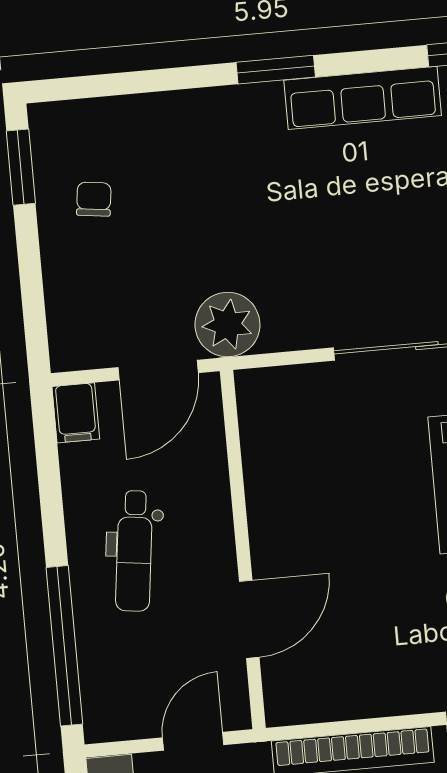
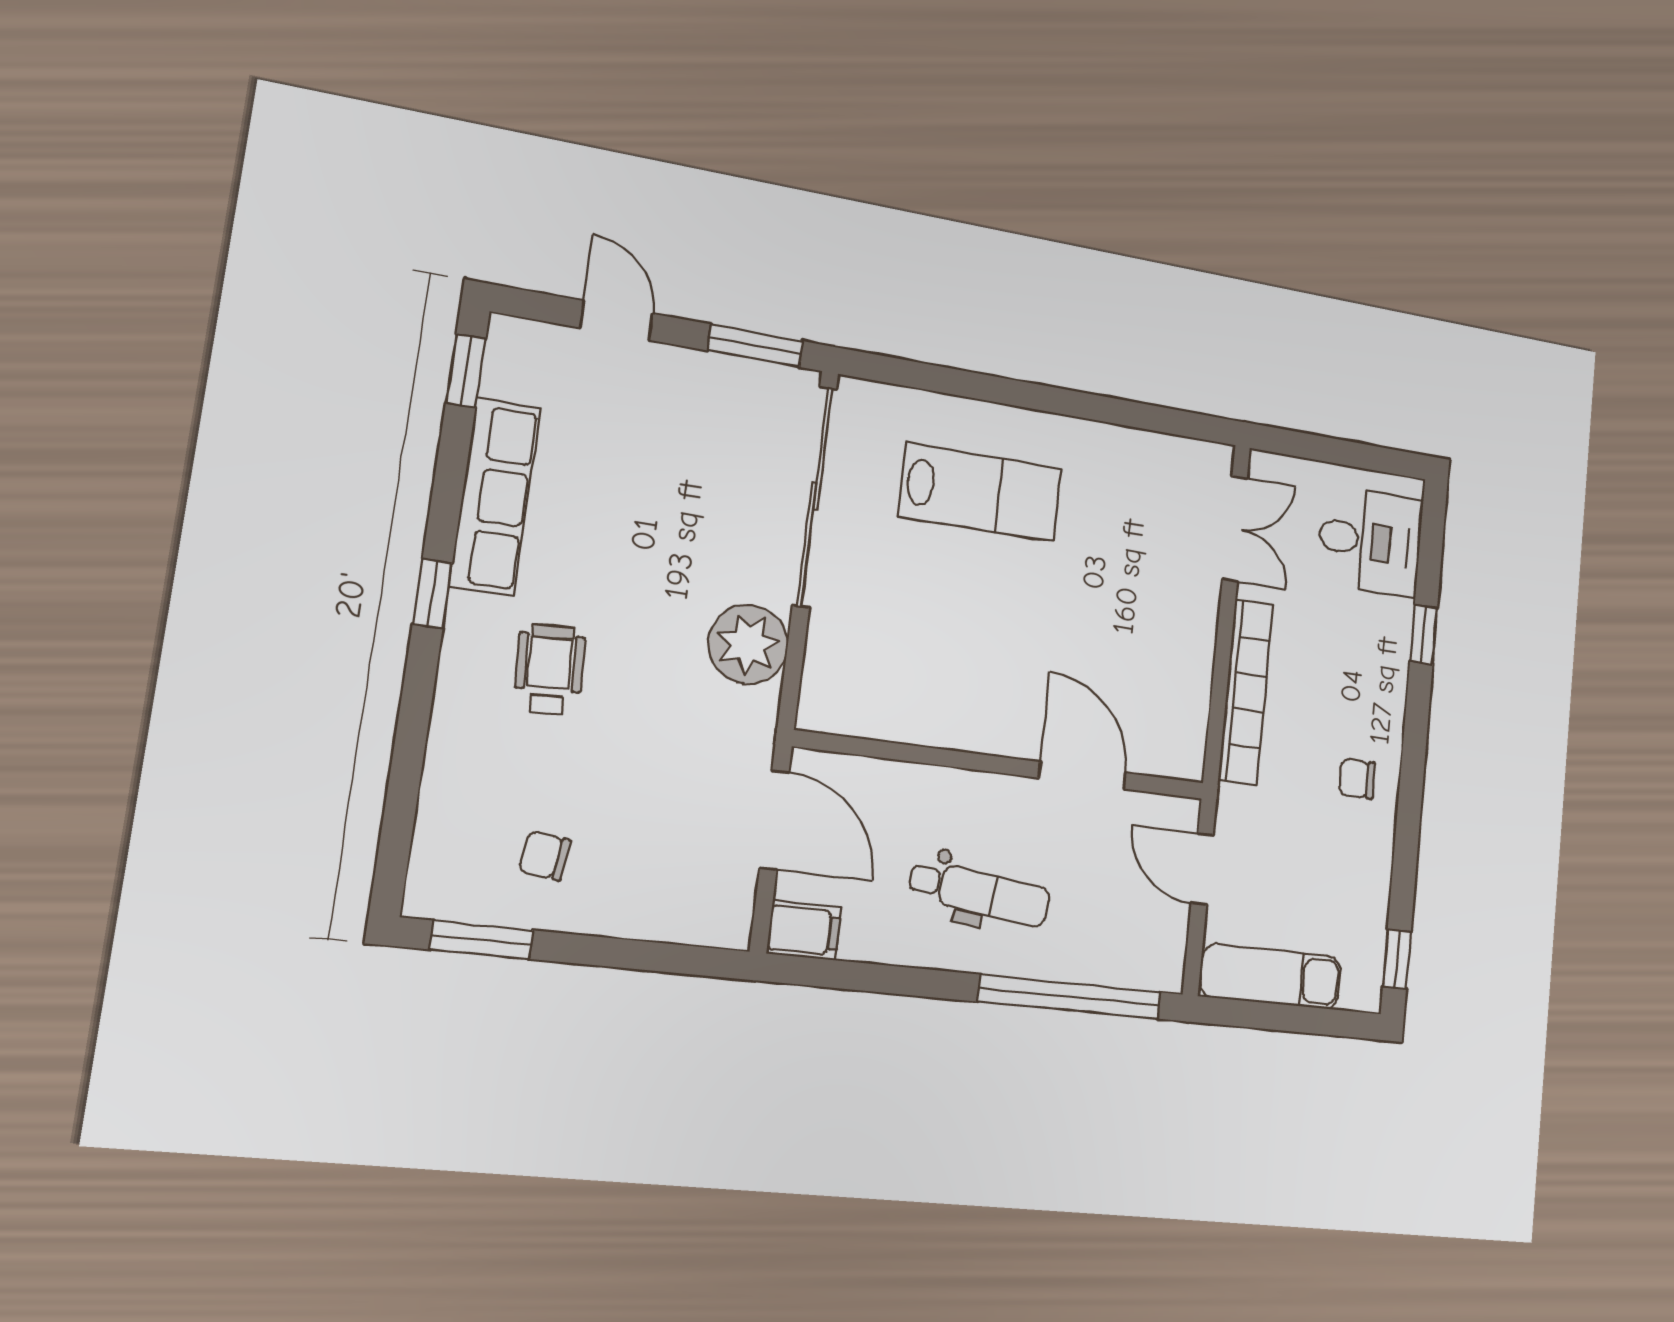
window: (276, 70) -> (432, 594), width x0.67
wheelchair: (238, 170) -> (550, 669), added
plant: (227, 325) -> (748, 644), moved

